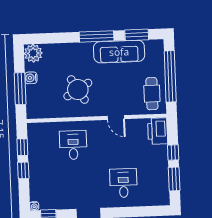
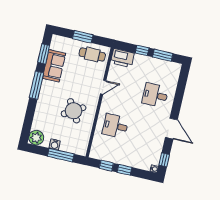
sofa: (119, 52) -> (54, 66), width x0.73
window: (170, 76) -> (83, 37), width x0.47

